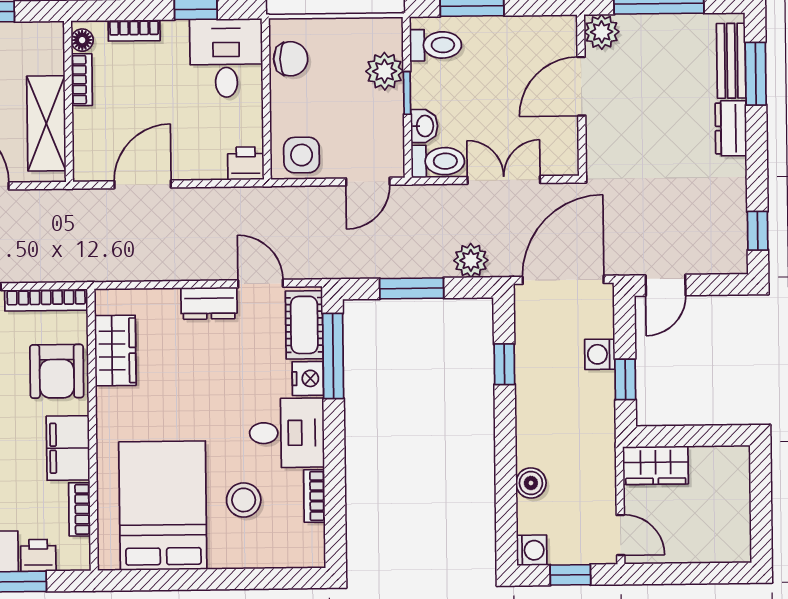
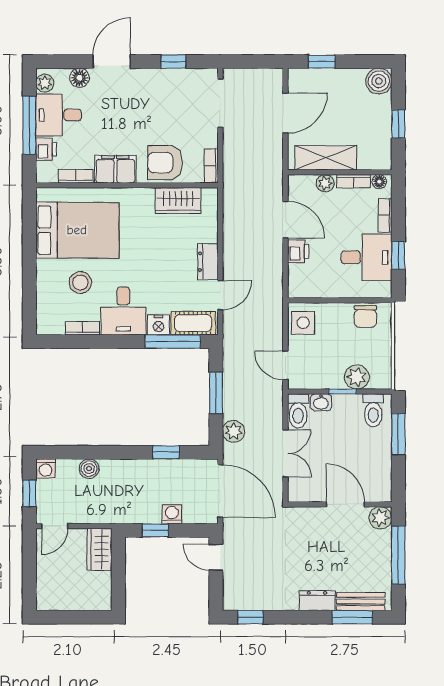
desk: (226, 58) -> (366, 257), moved
plant: (86, 124) -> (325, 183), added
printer: (246, 163) -> (298, 251), moved
bookcase: (46, 300) -> (211, 166), width x0.64

